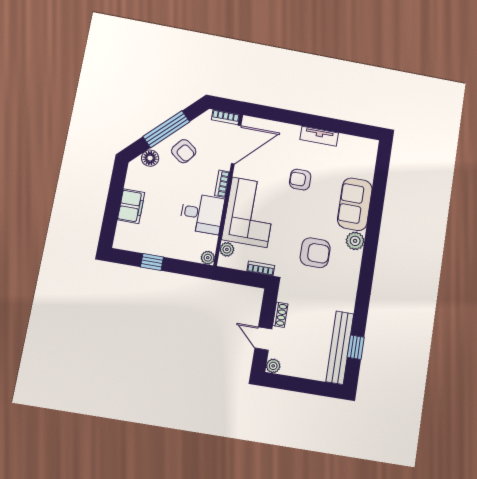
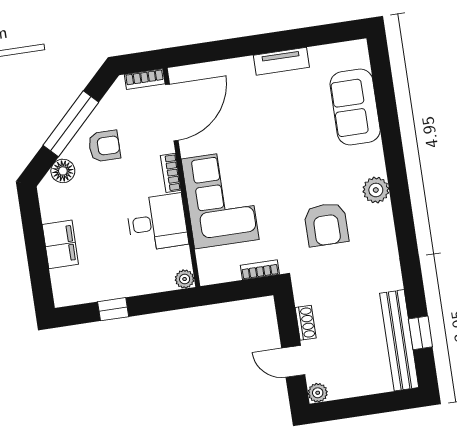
armchair: (184, 151) -> (104, 146), turned -37
armchair: (300, 180) -> (274, 131), removed
sofa: (355, 204) -> (355, 107), moved
plant: (227, 249) -> (206, 260), removed
armchair: (315, 253) -> (326, 224), turned 90

